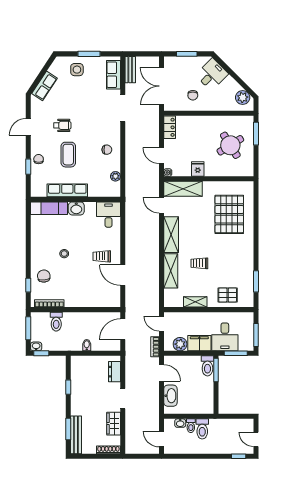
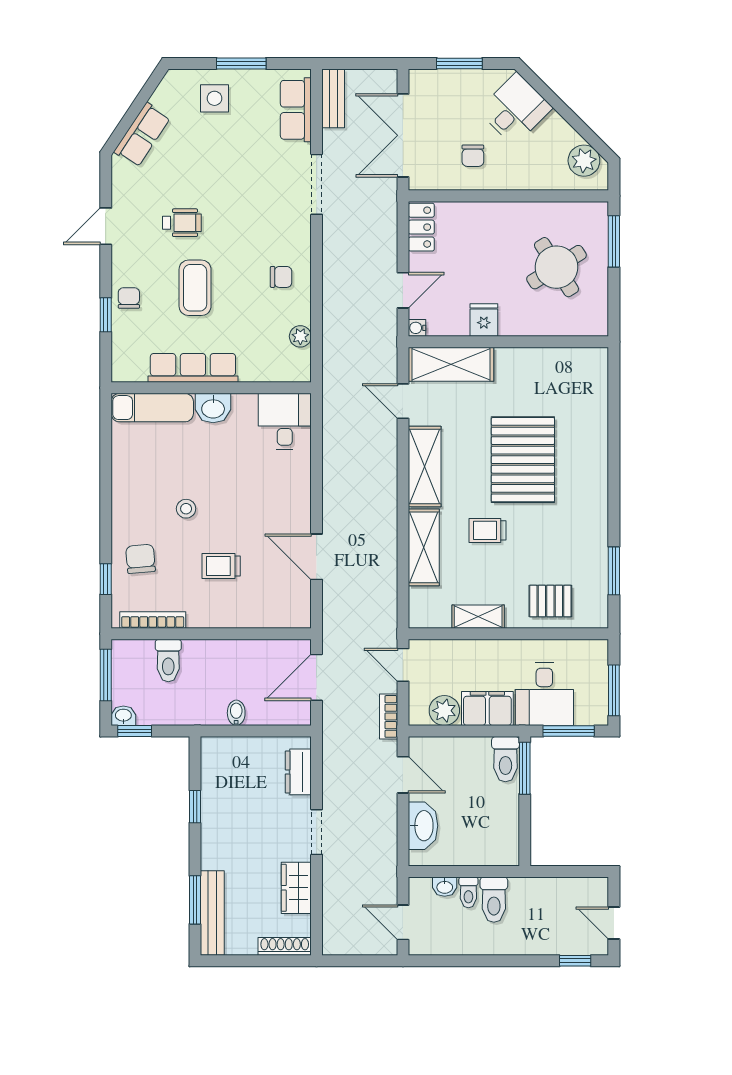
door: (162, 156) -> (403, 290), swing flipped
pallet: (229, 214) -> (523, 460), moved
trolley: (102, 256) -> (221, 566), moved

